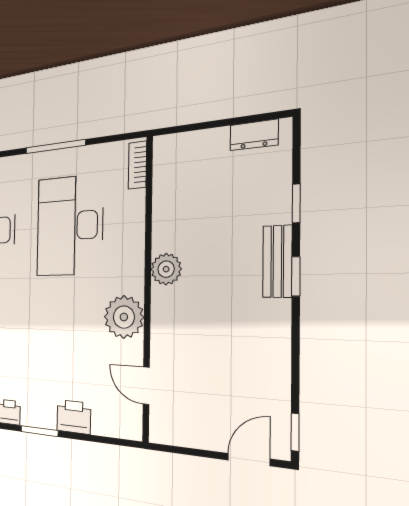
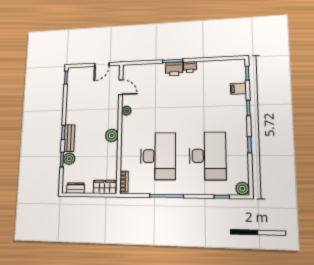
wardrobe: (181, 148) -> (105, 187), added
plant: (275, 207) -> (69, 159), added
plant: (124, 317) -> (126, 111), width x0.53, depth x0.53
printer: (74, 417) -> (174, 69), moved
door: (249, 460) -> (102, 64), moved

